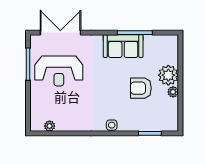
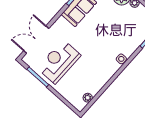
reception desk: (59, 71) -> (59, 62), turned 180
armchair: (141, 88) -> (115, 21), removed

